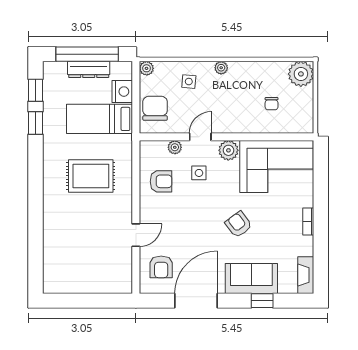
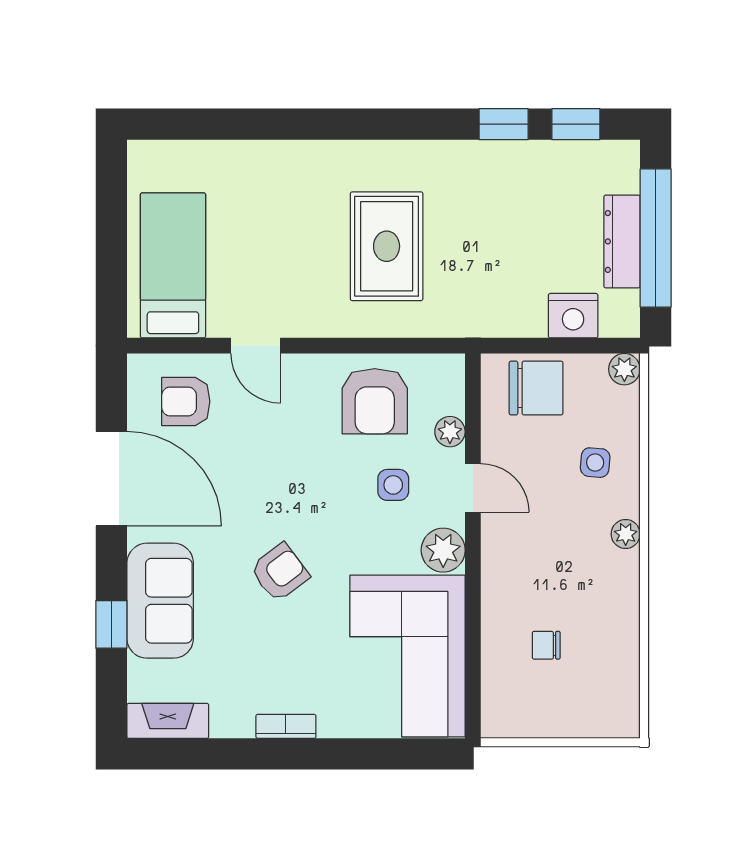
plant: (301, 74) -> (612, 710), removed
bed: (100, 119) -> (173, 265), moved
armchair: (161, 181) -> (375, 401), width x1.38, depth x1.38

